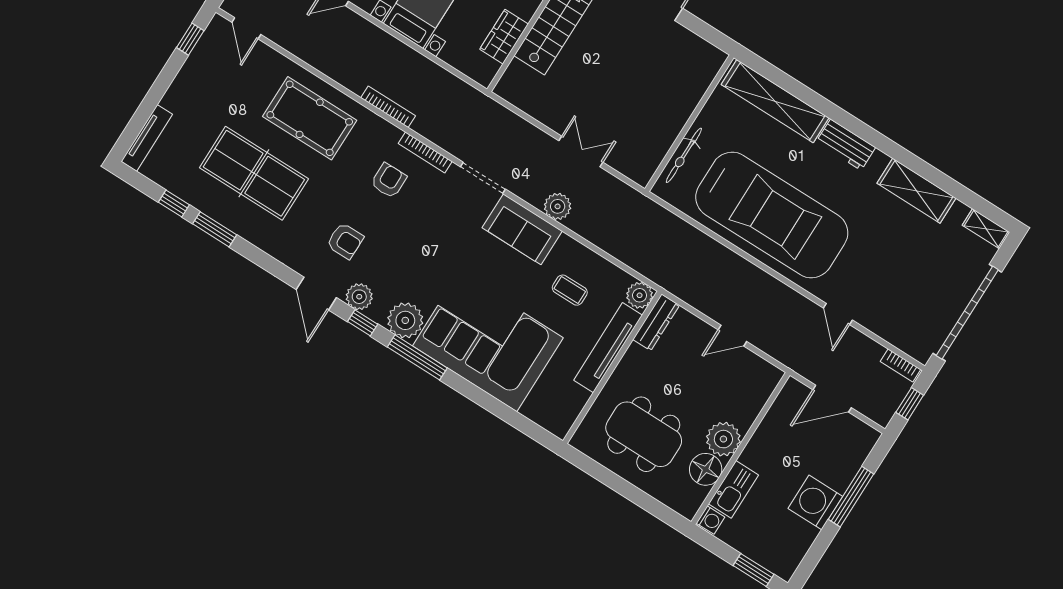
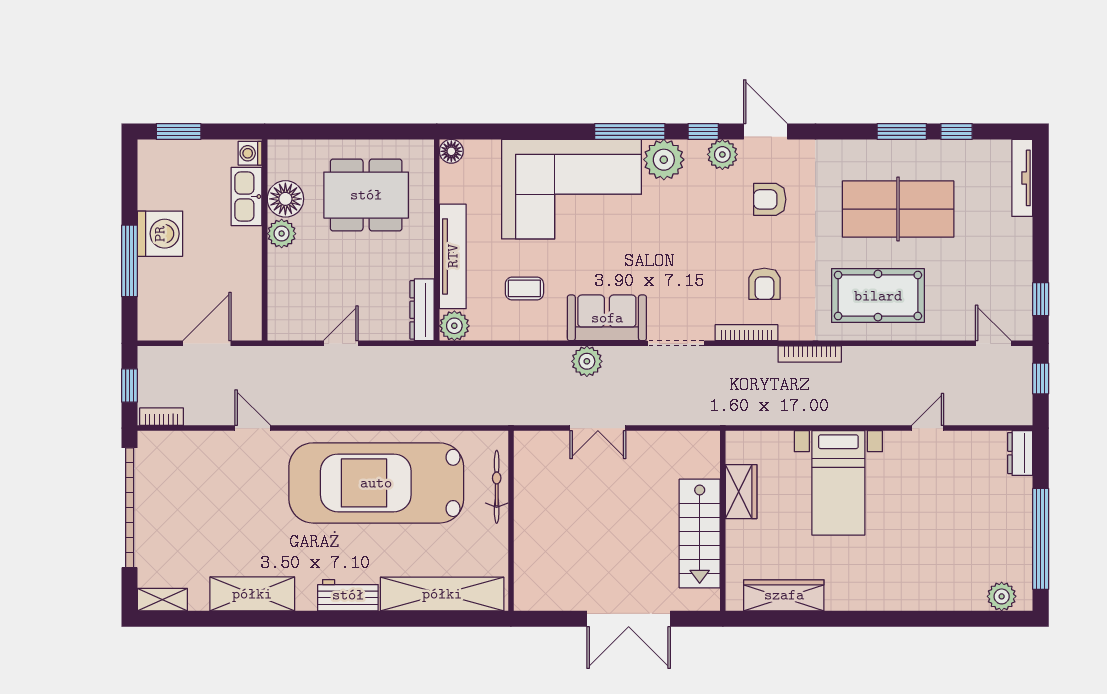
floor lamp: (560, 427) -> (451, 151), added
plant: (723, 439) -> (282, 234), width x0.73, depth x0.73

